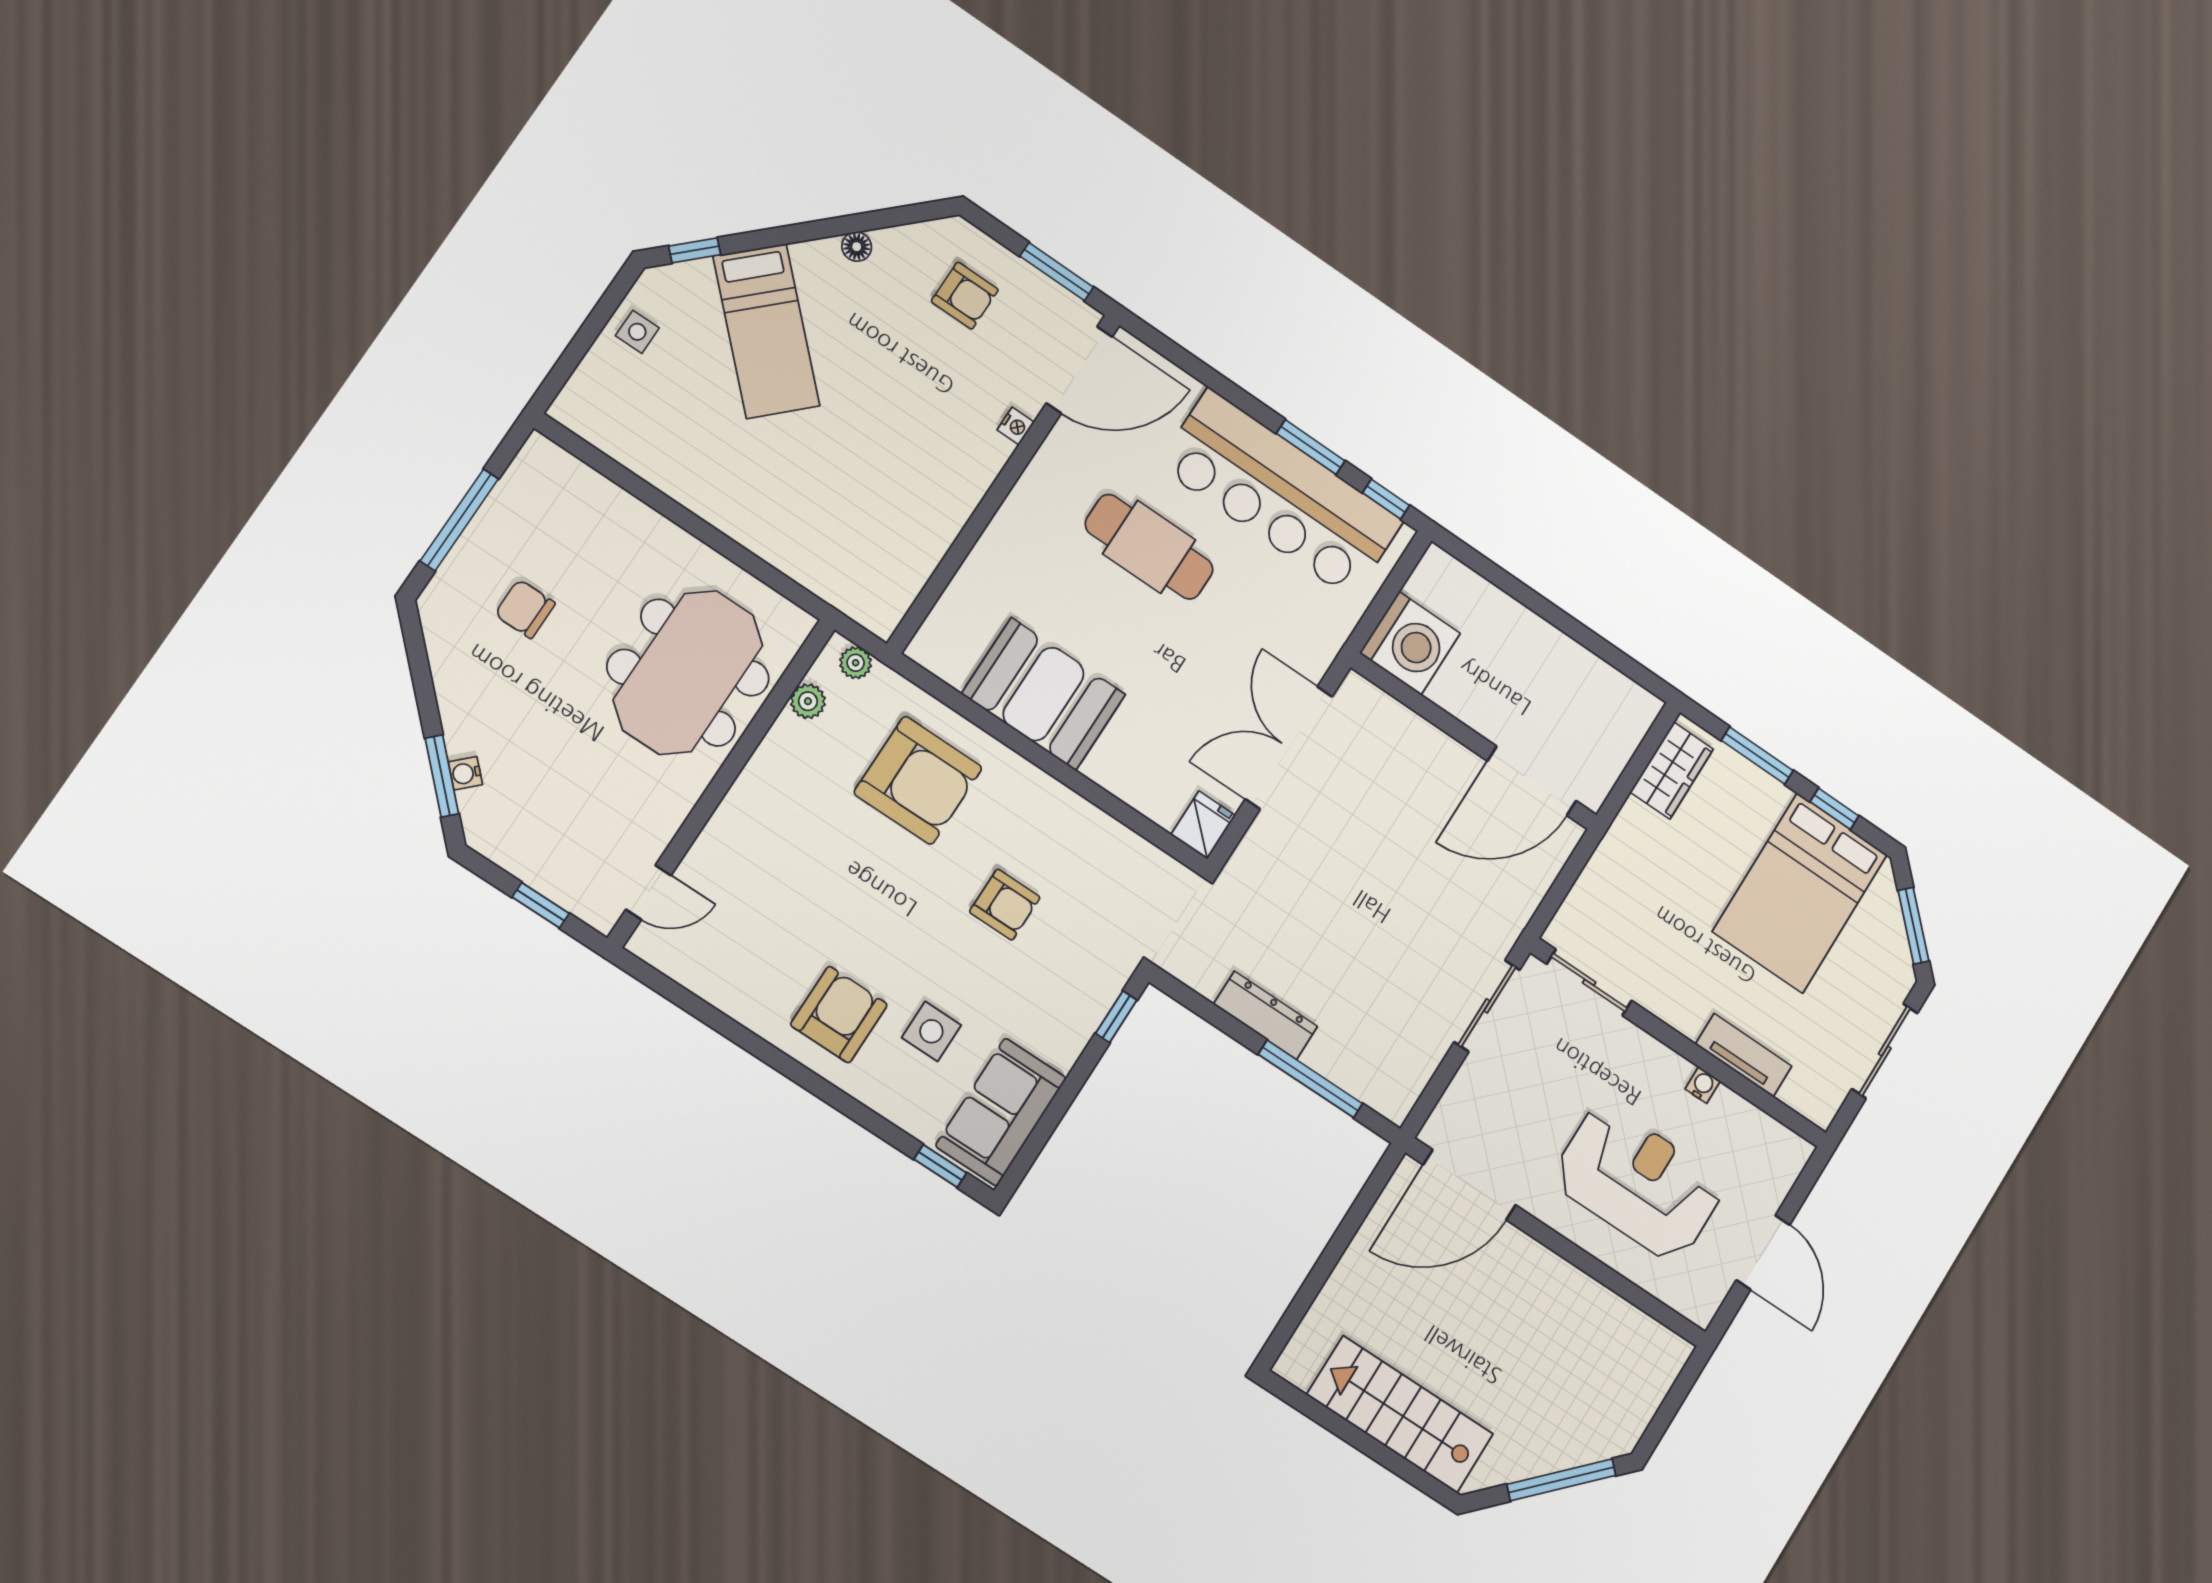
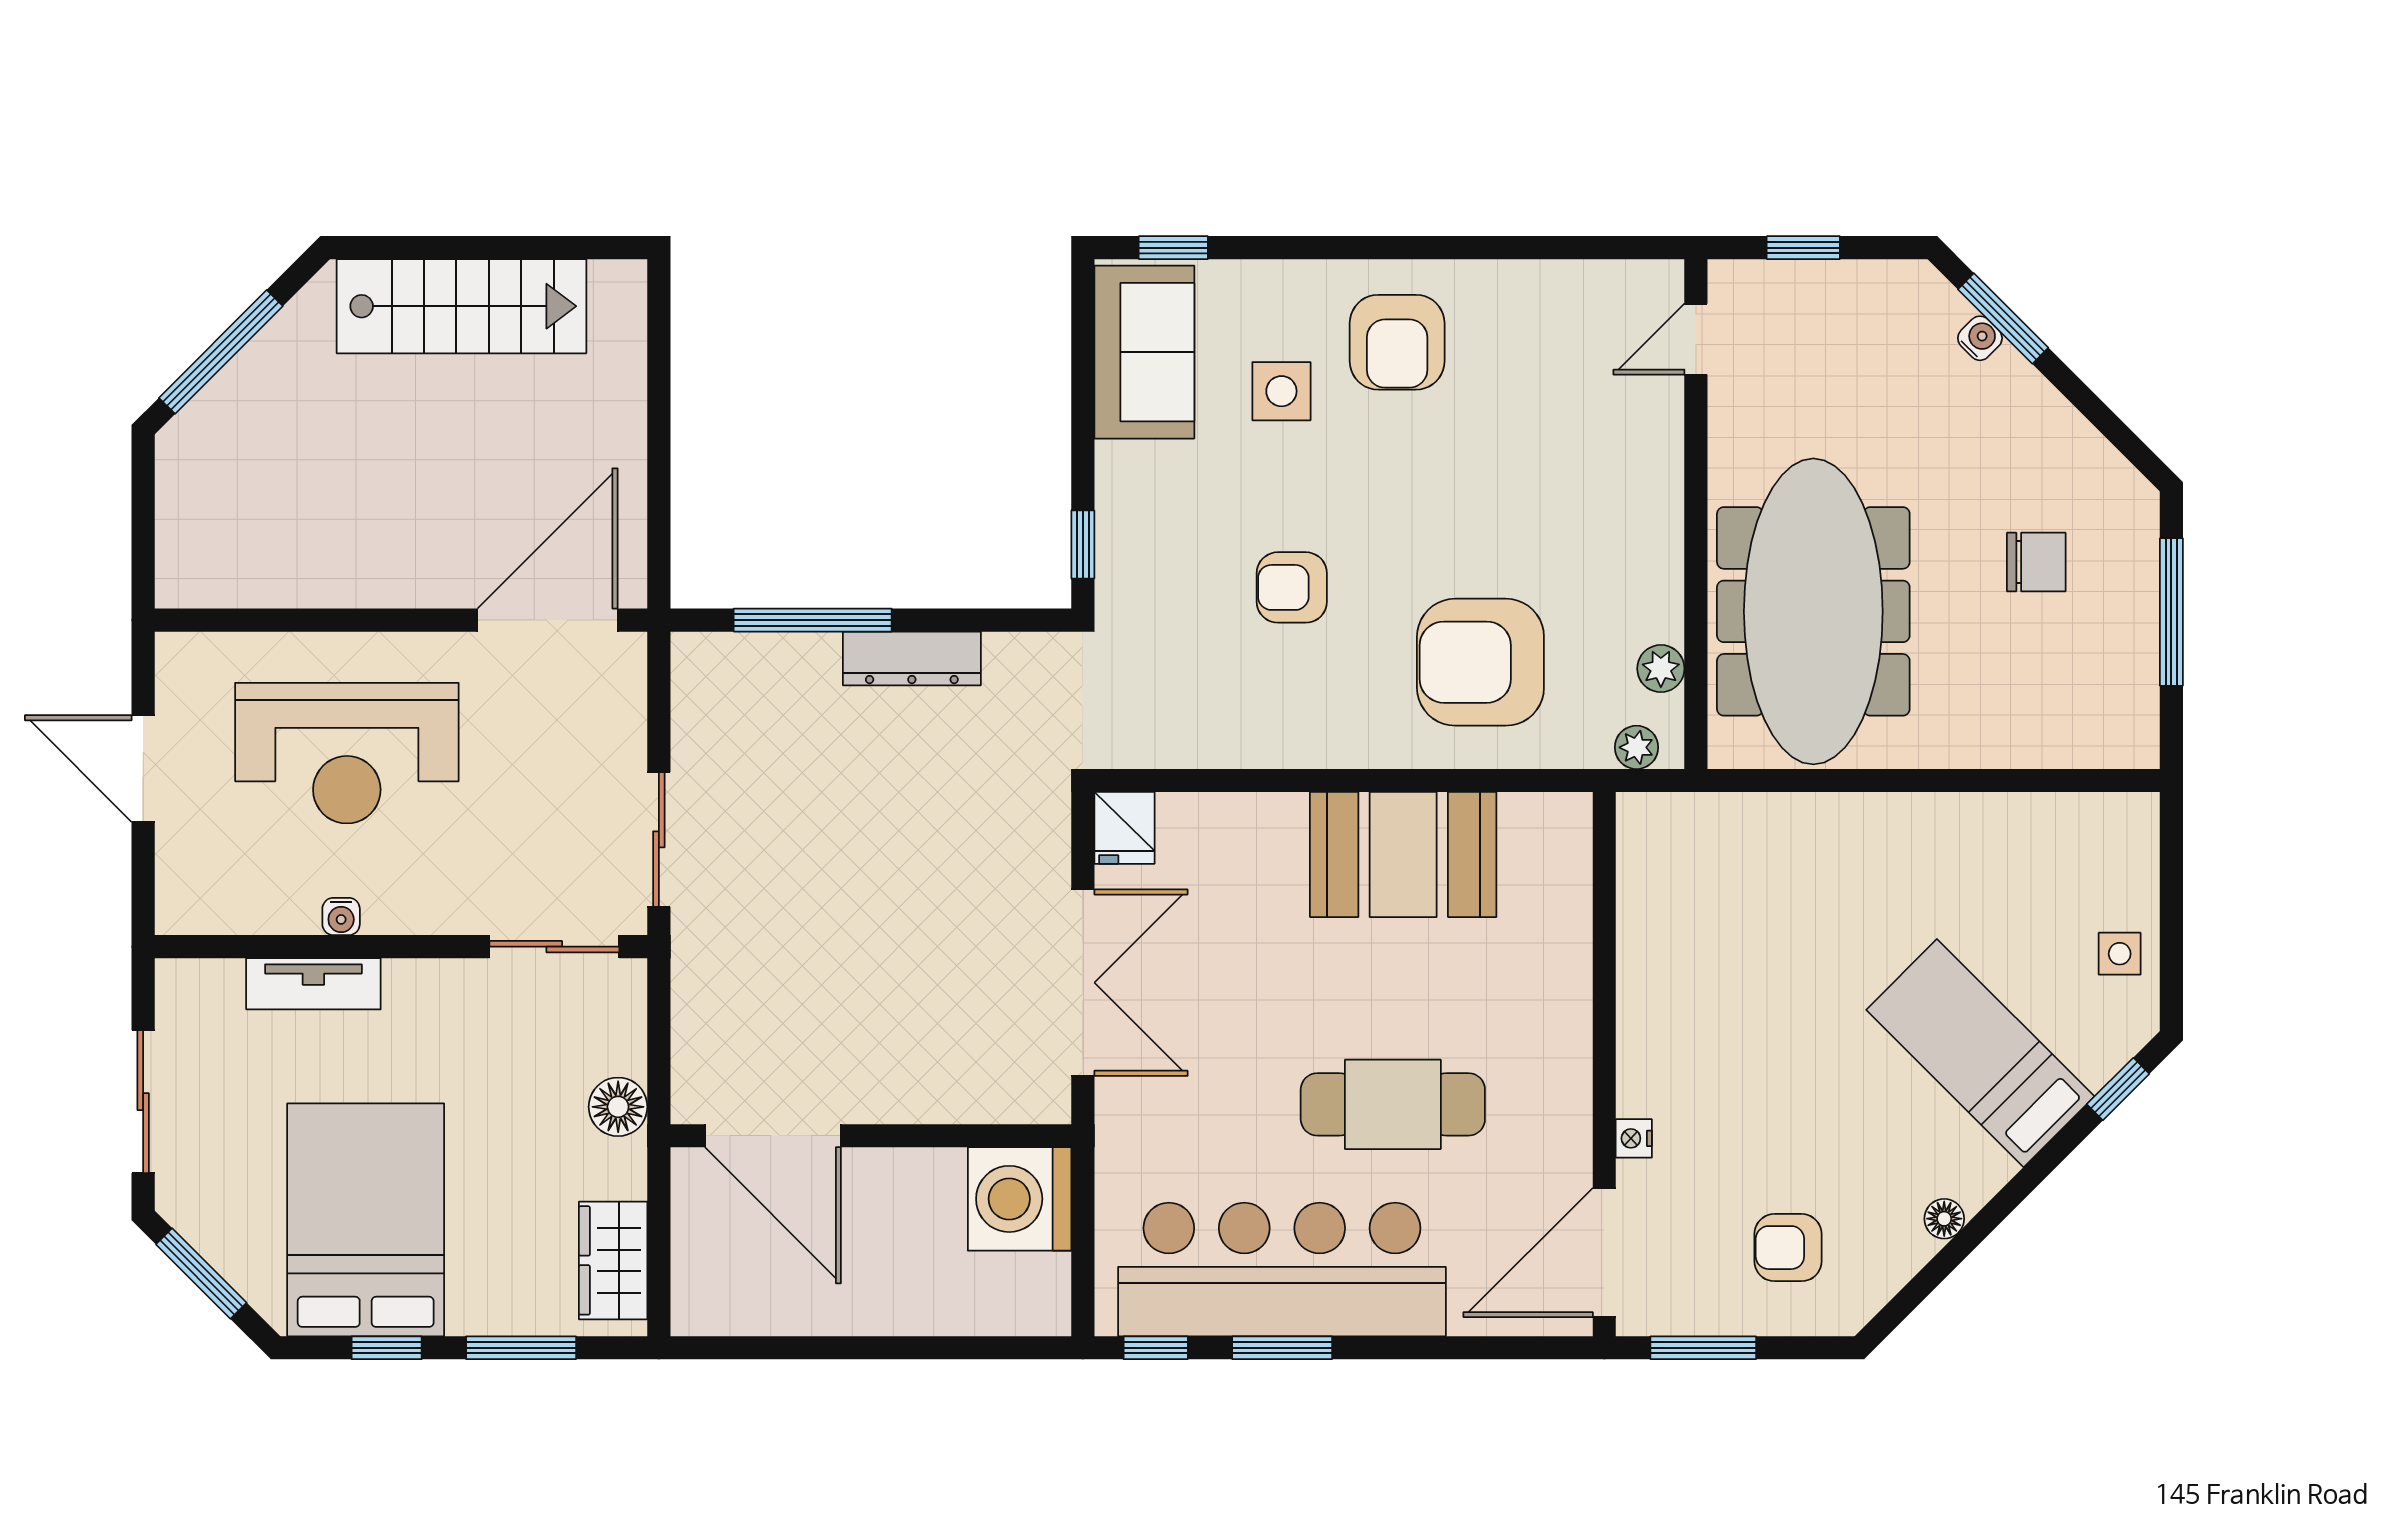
meeting table: (688, 673) -> (1813, 611), width x1.36
door: (1532, 781) -> (773, 1136), swing flipped
floor lamp: (1612, 860) -> (618, 1107), added

